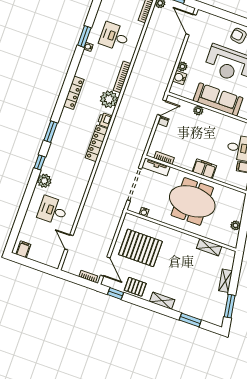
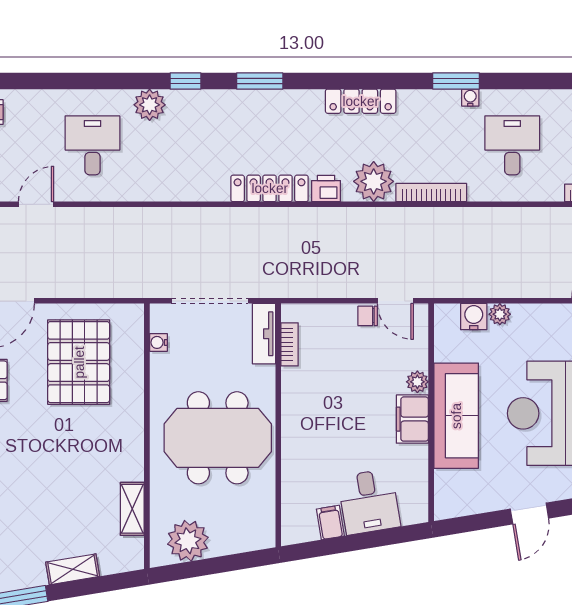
window: (84, 36) -> (456, 81), moved
filing cabinet: (204, 169) -> (412, 419), moved, turned 180
meeting table: (192, 201) -> (218, 438), turned 90
plant: (236, 225) -> (188, 541), width x1.88, depth x1.88

